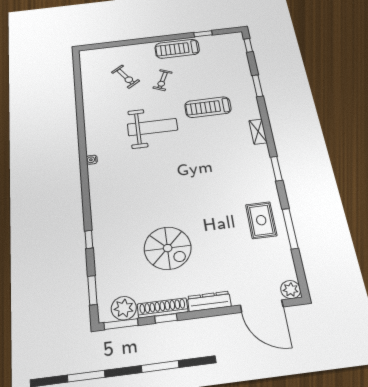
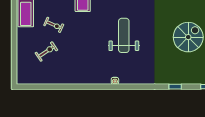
weight bench: (152, 127) -> (124, 35), moved

